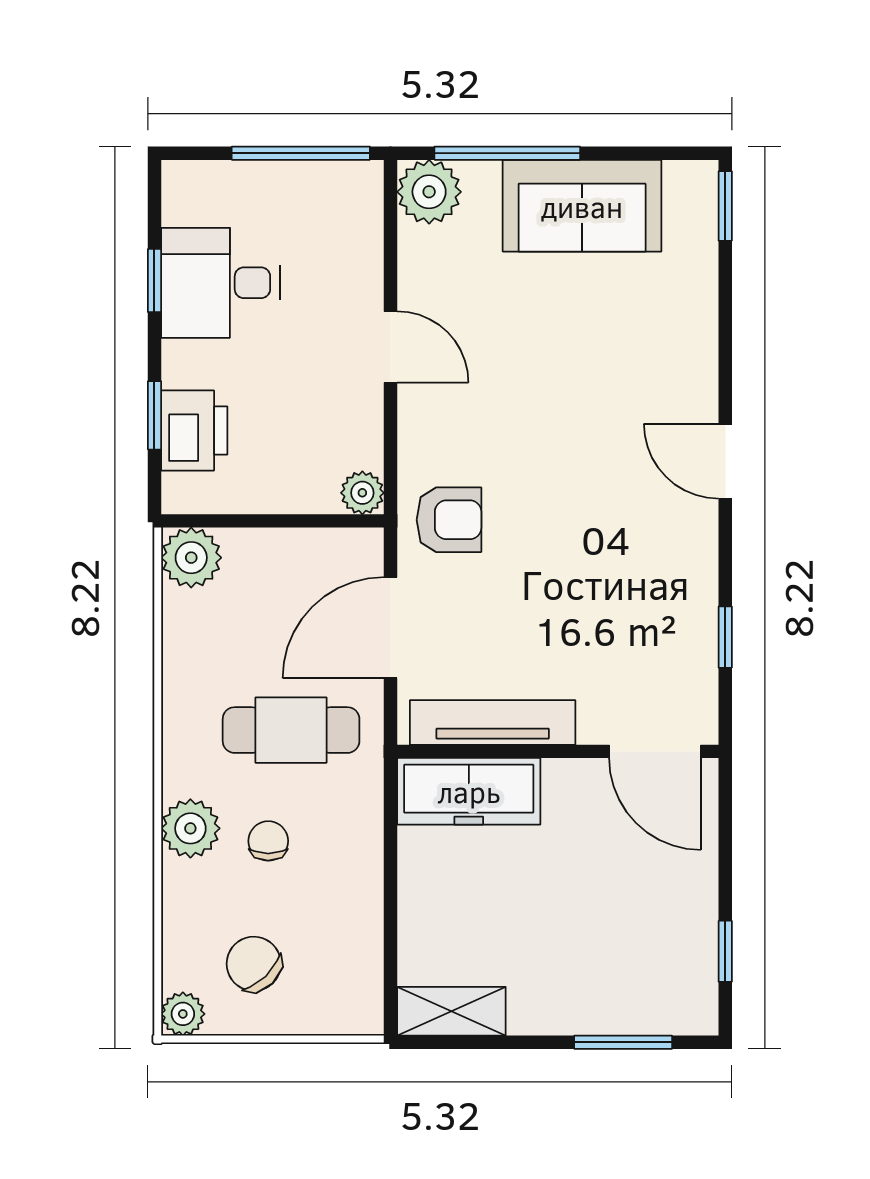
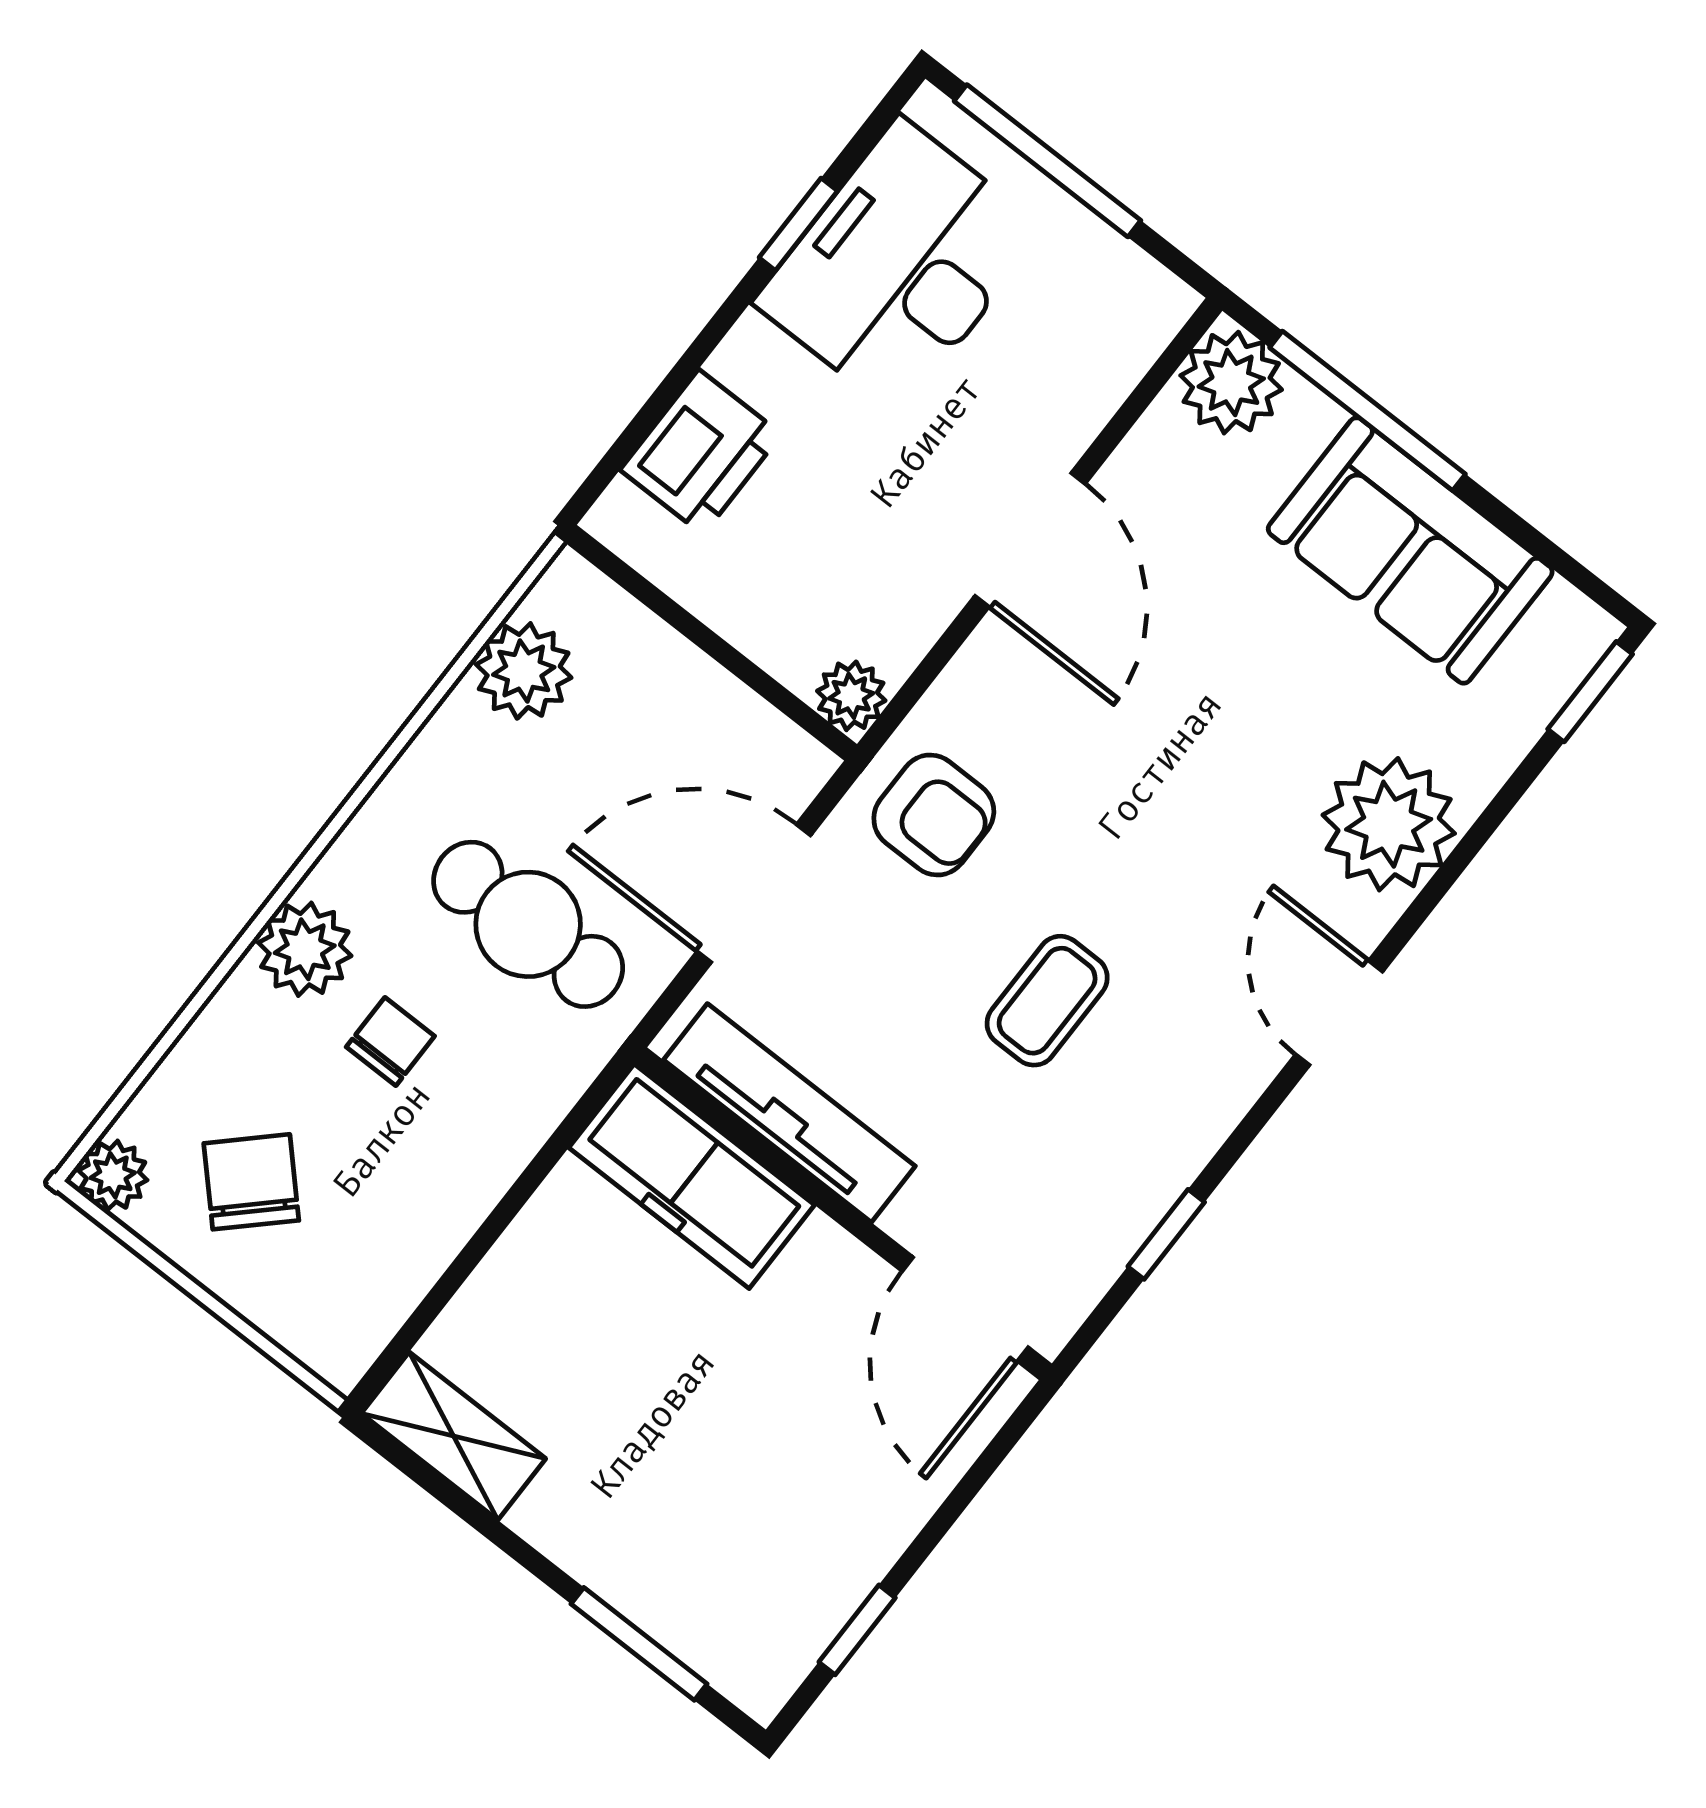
window: (301, 153) -> (1047, 161), moved
desk: (220, 283) -> (899, 266), width x1.37
door: (390, 347) -> (1030, 540), width x1.38
plant: (677, 349) -> (1389, 824), added
window: (154, 415) -> (666, 394), removed
plant: (191, 558) -> (524, 671), moved
coffee table: (576, 568) -> (1047, 1001), added

